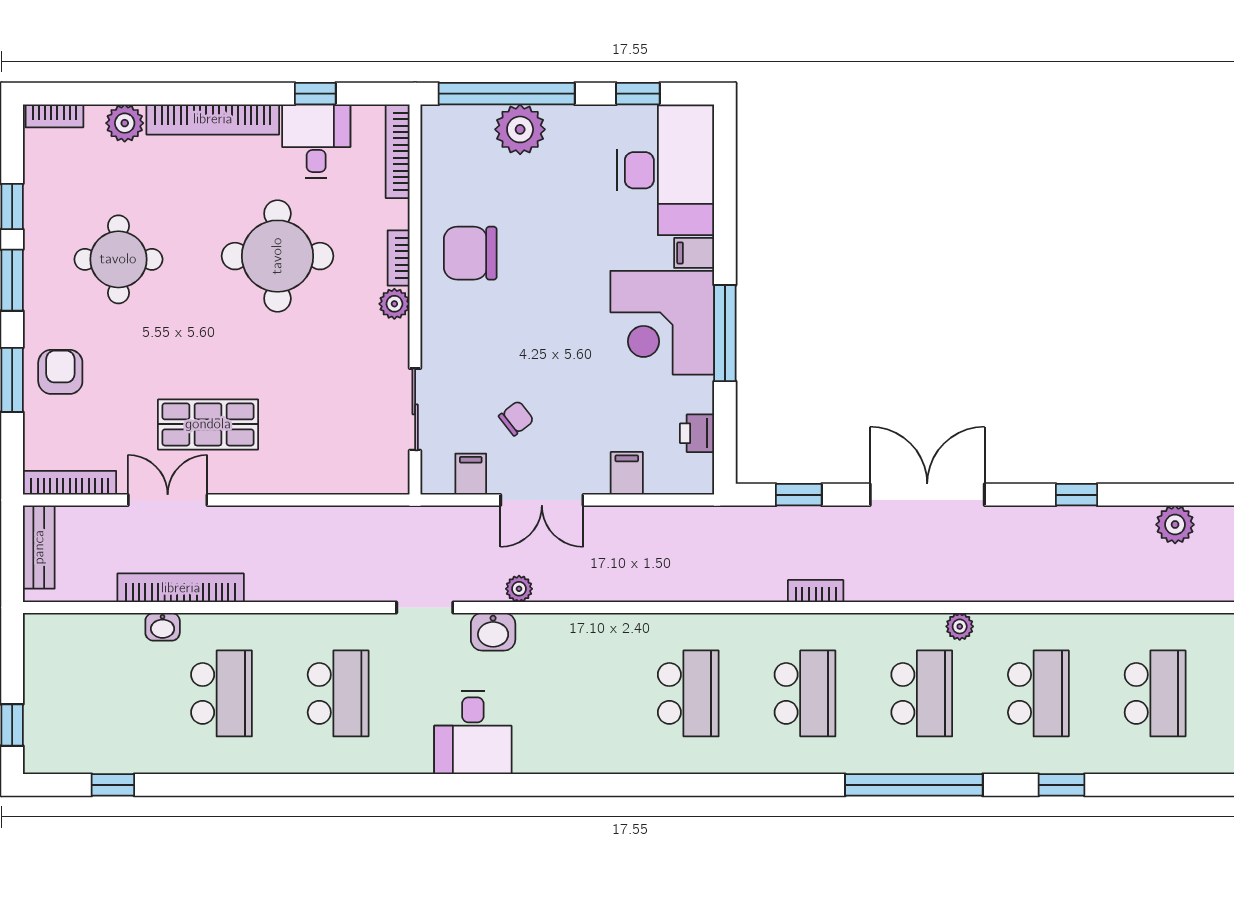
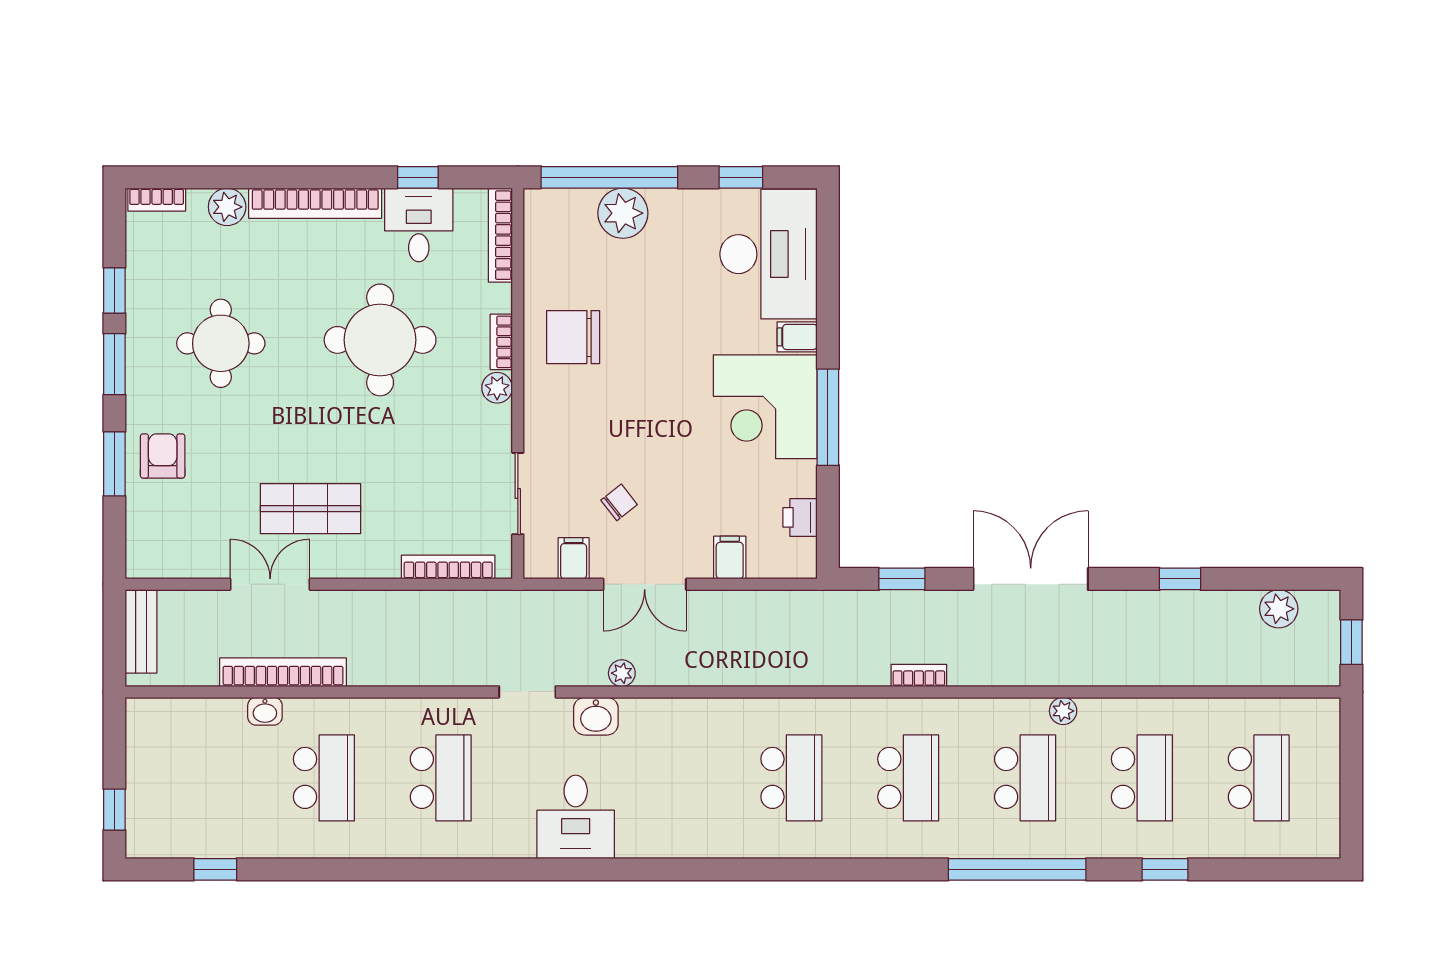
bookcase: (70, 483) -> (448, 567), moved

